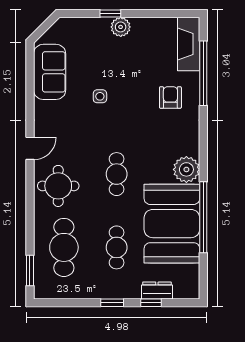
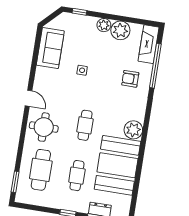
window: (110, 14) -> (79, 12), moved
plant: (145, 31) -> (120, 30), added
armchair: (170, 97) -> (130, 79), turned -90
door: (30, 148) -> (28, 98), hinge flipped
window: (203, 217) -> (140, 164), removed

